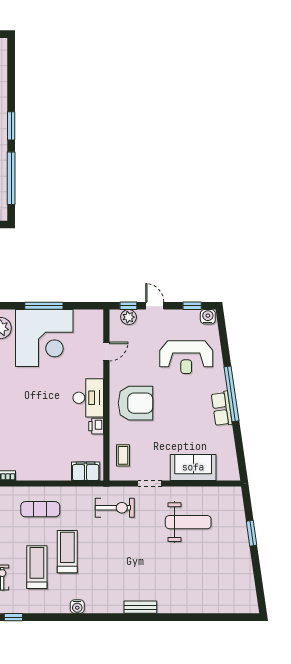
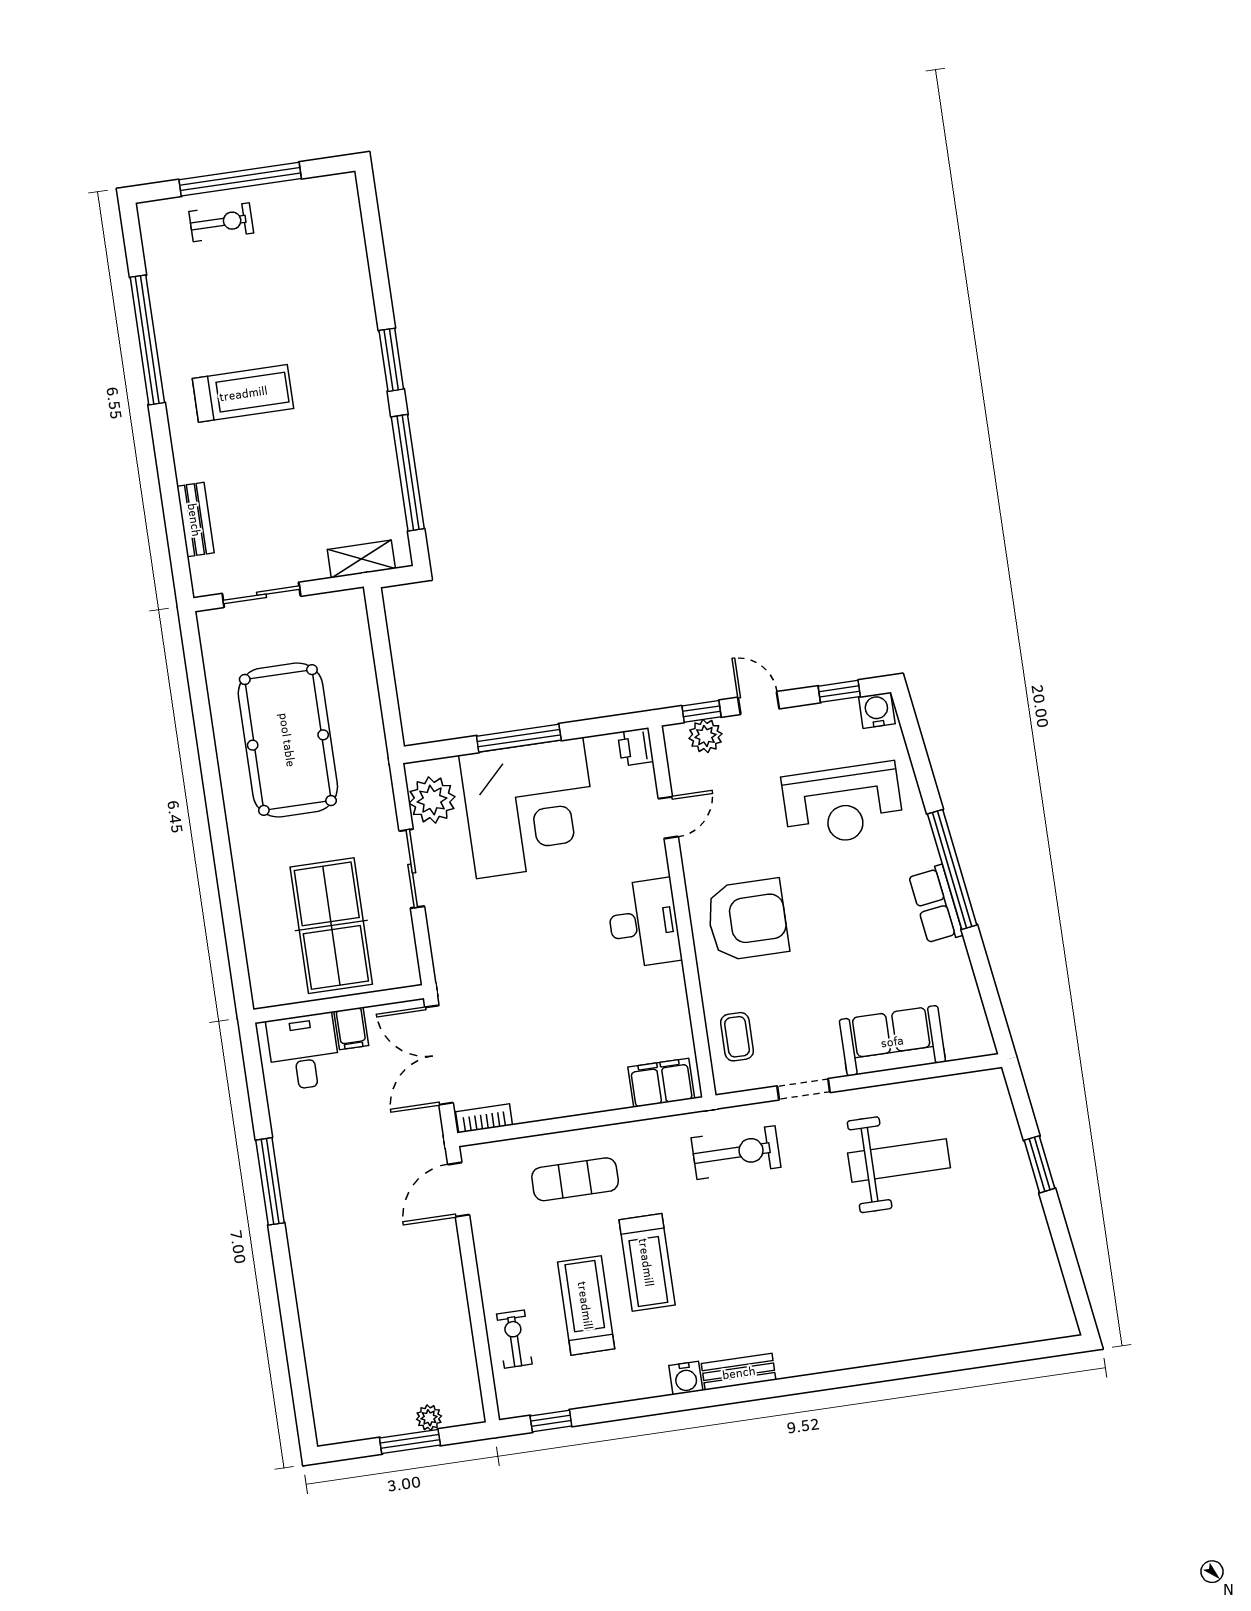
printer: (96, 426) -> (635, 747), moved
treadmill: (67, 552) -> (647, 1262), turned 180
bench: (140, 607) -> (739, 1372), moved

